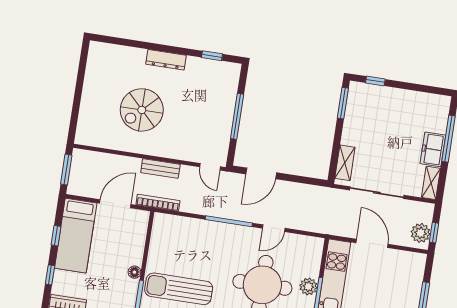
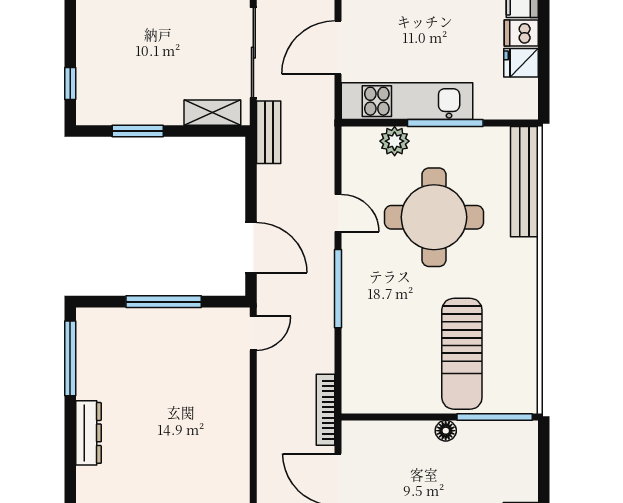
window: (212, 56) -> (70, 358), width x2.17
window: (343, 103) -> (138, 131), moved
spiral stairs: (142, 110) -> (177, 460), removed
bench: (160, 168) -> (269, 132), moved
plant: (308, 287) -> (395, 141), moved

